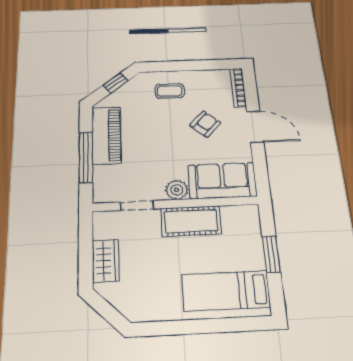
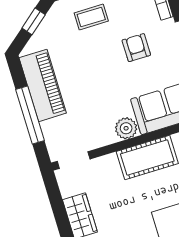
armchair: (205, 124) -> (136, 48), turned -42
doorway: (137, 206) -> (74, 160), moved

